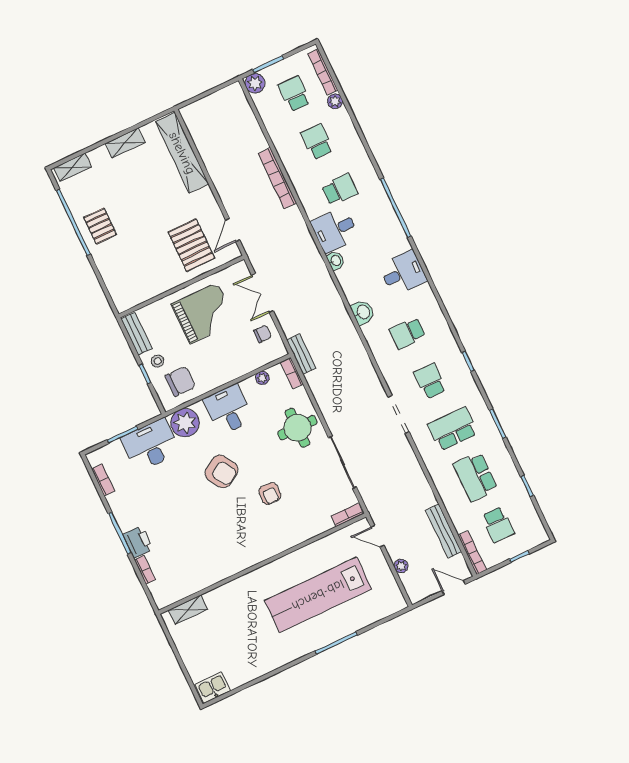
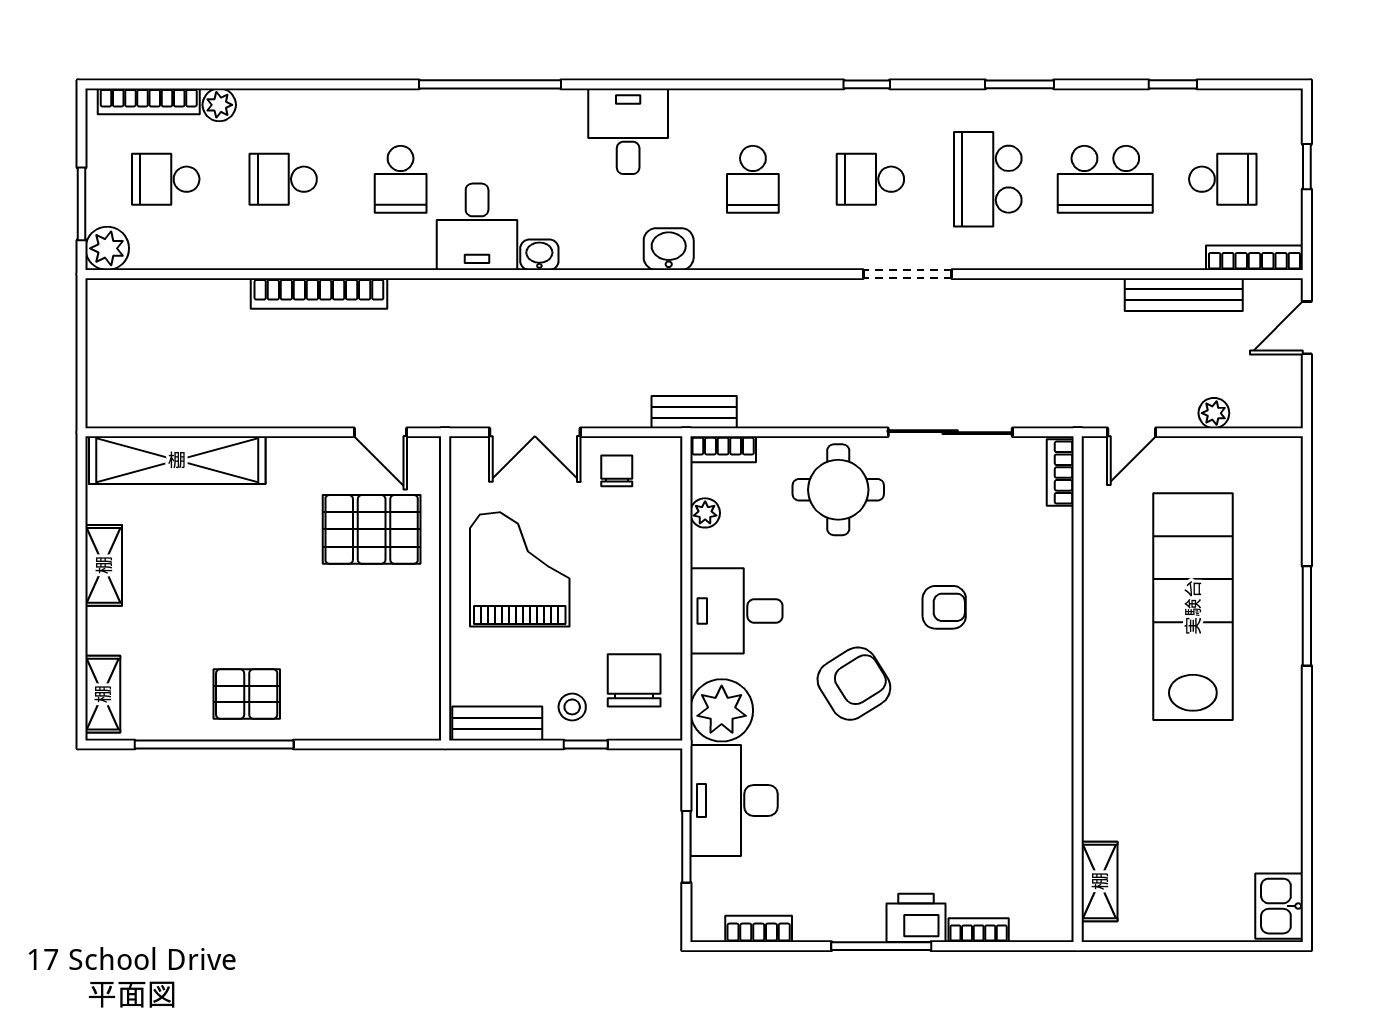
school desk: (340, 190) -> (401, 179), turned 180
lab bench: (318, 595) -> (1193, 607), turned 180

